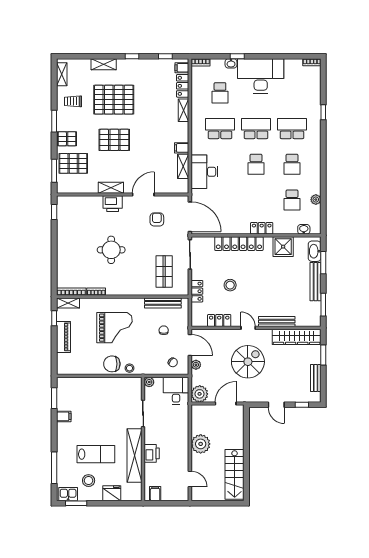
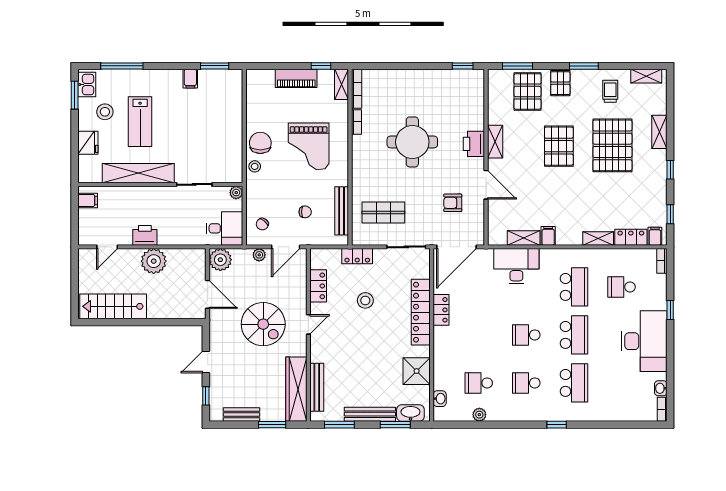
washbasin: (231, 63) -> (661, 388), moved
window: (323, 112) -> (557, 425), moved
armchair: (157, 219) -> (453, 203), turned 180
locker: (262, 228) -> (441, 310), moved
round table: (111, 250) -> (412, 142), width x1.36, depth x1.36
bench: (277, 322) -> (317, 387), moved
printer: (152, 453) -> (145, 235), moved, turned 180

